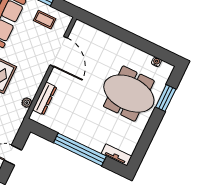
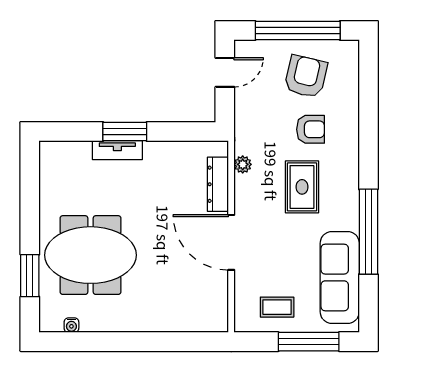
door: (59, 51) -> (231, 242), moved
window: (80, 149) -> (125, 131), width x0.47
tv unit: (116, 155) -> (117, 150), moved

